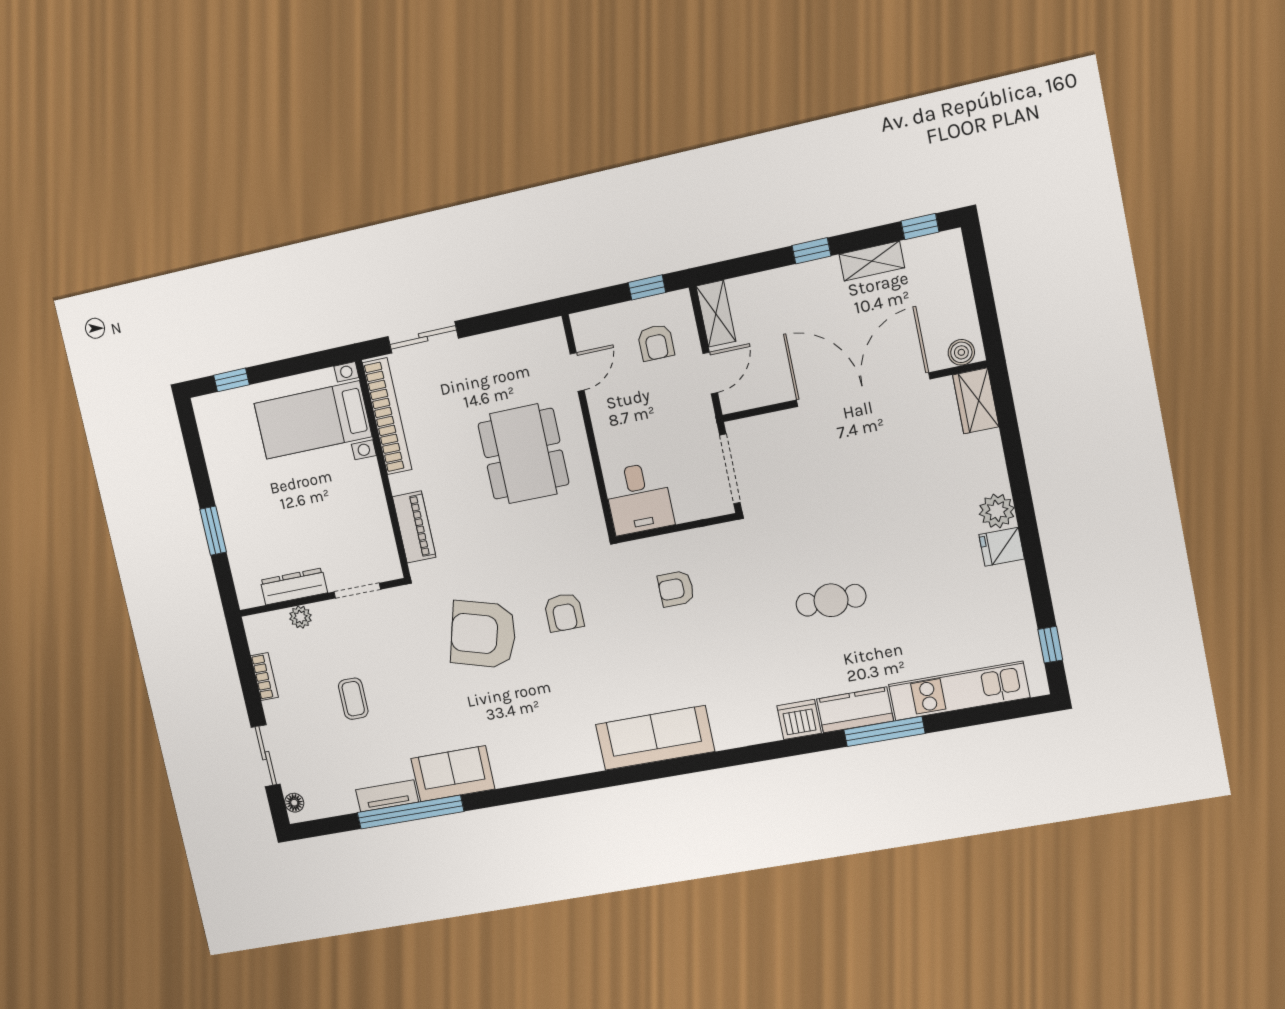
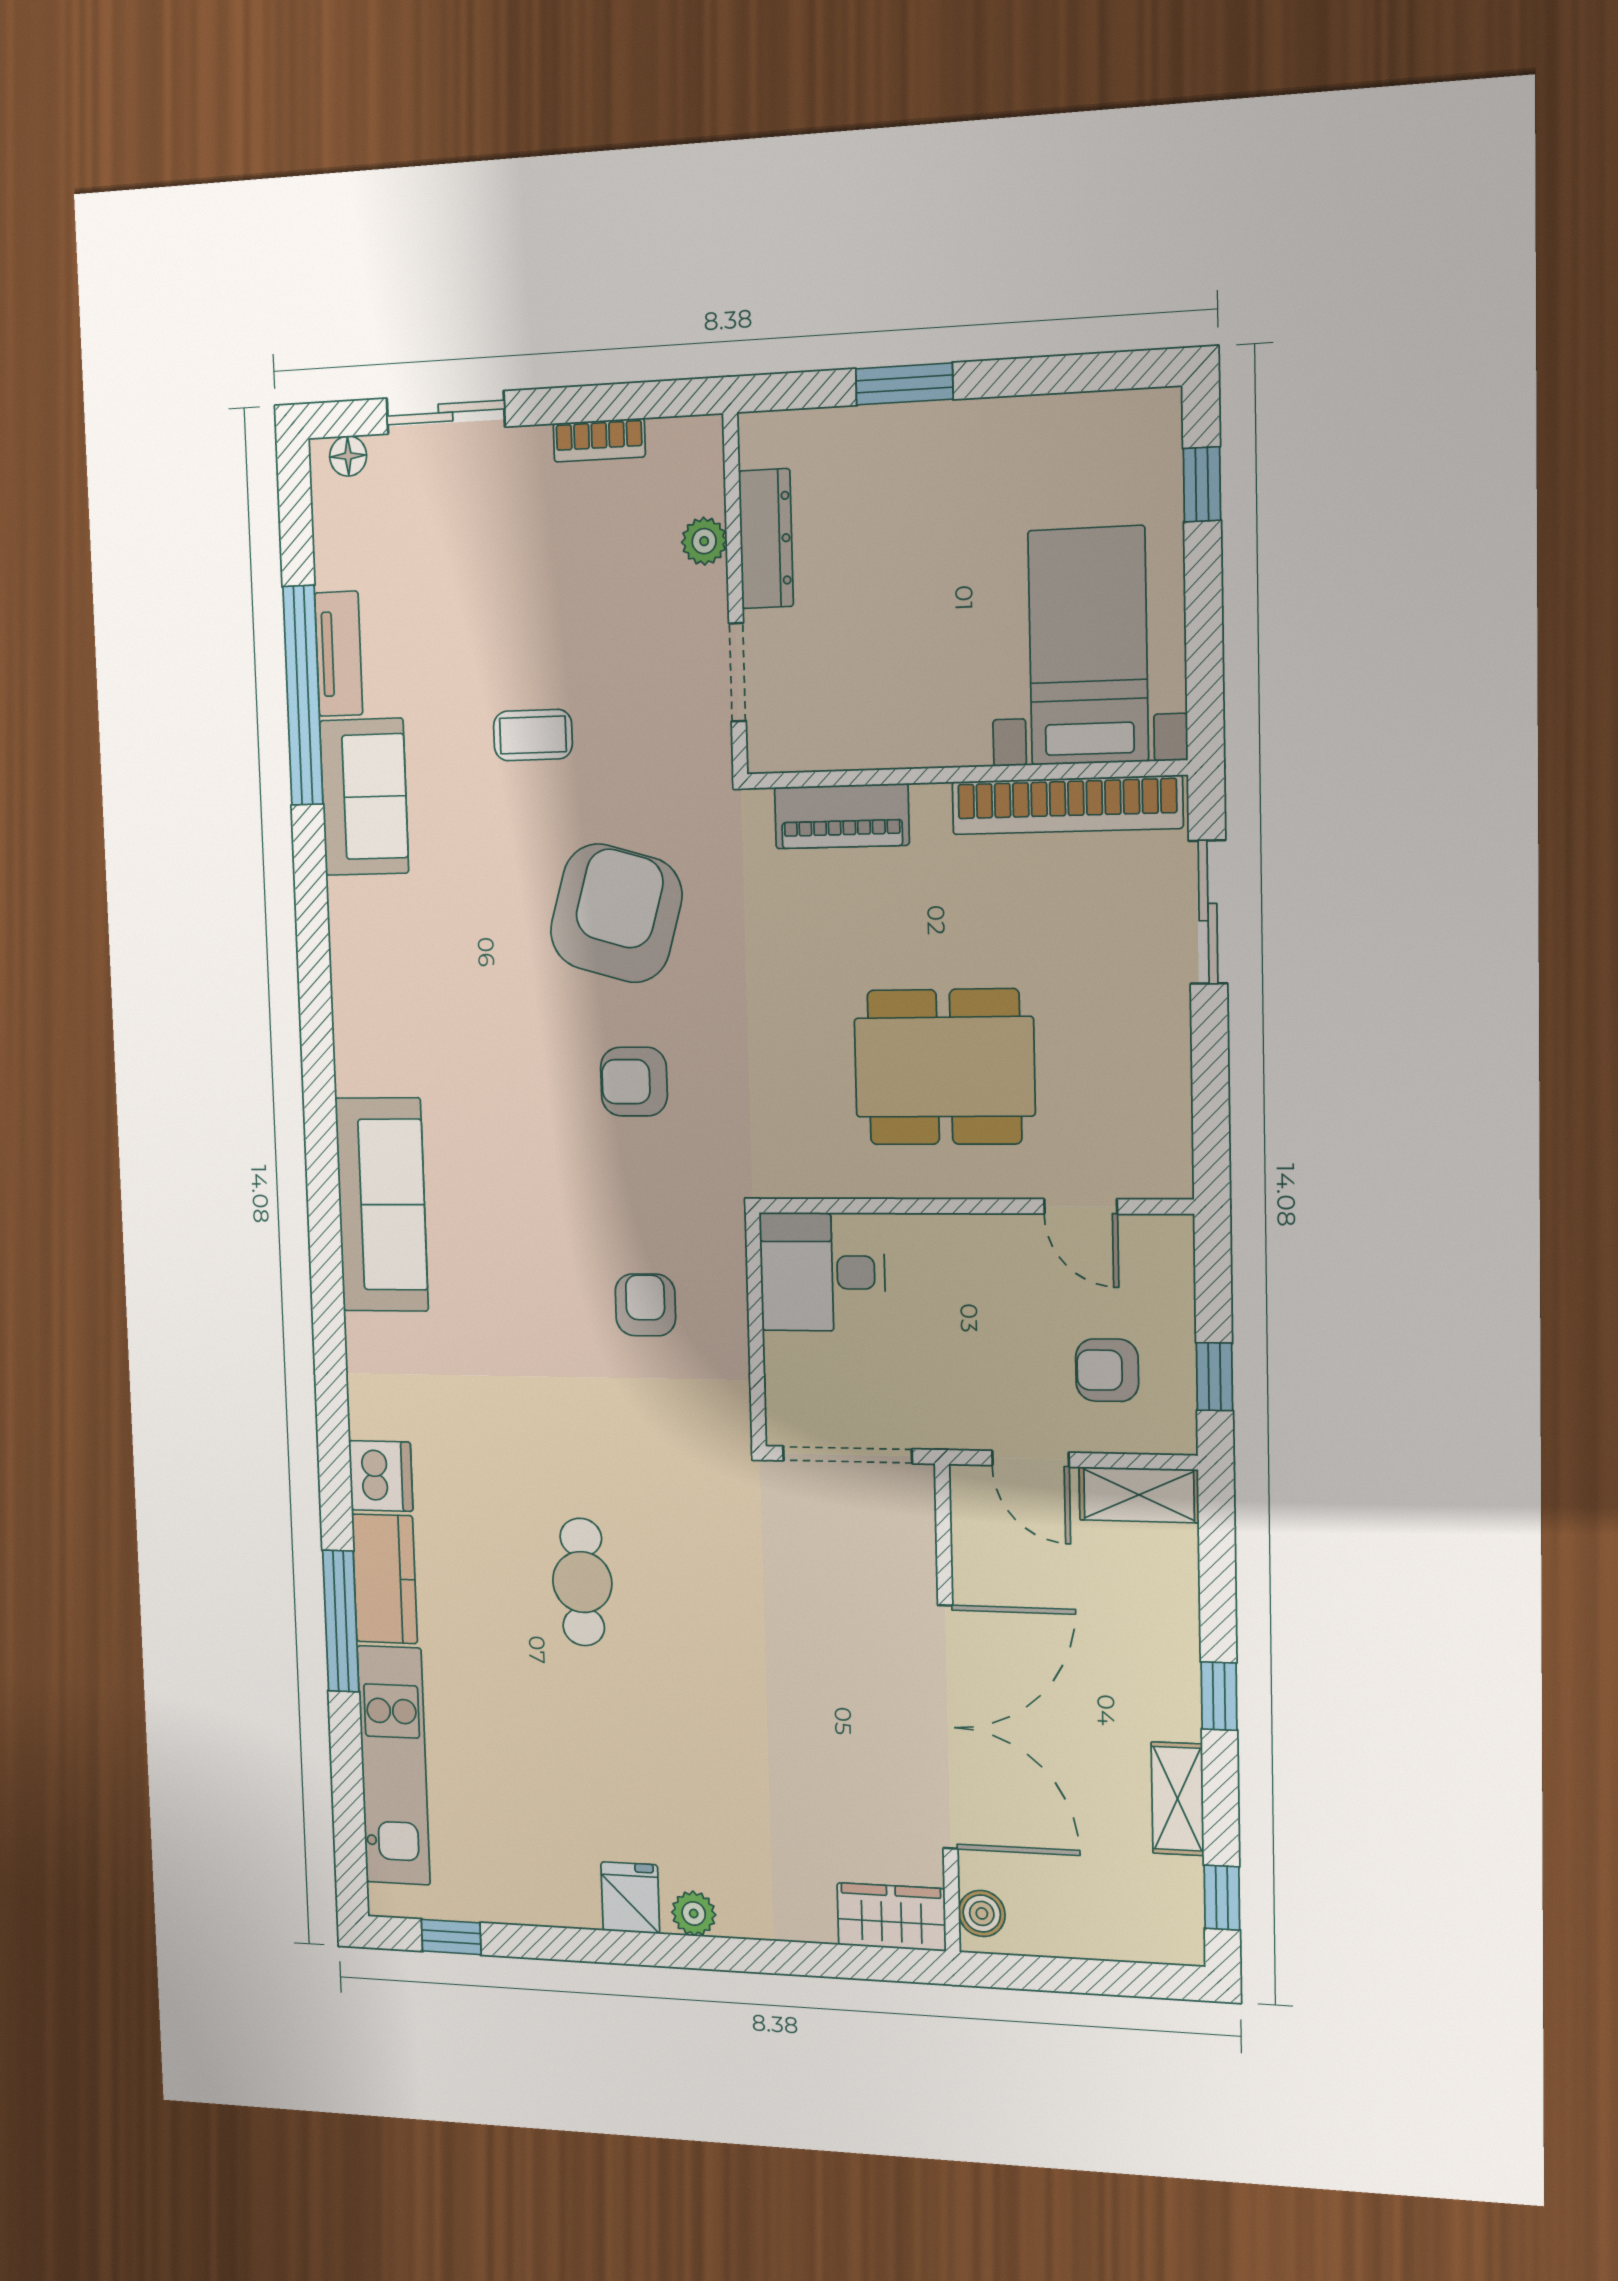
plant: (997, 511) -> (694, 1913), width x0.73, depth x0.73
coffee table: (353, 699) -> (533, 735), moved

